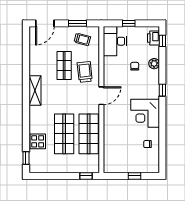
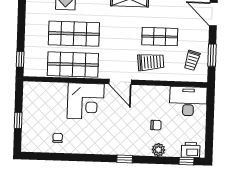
window: (129, 23) -> (210, 120), removed
corner desk: (145, 113) -> (86, 101), moved, turned 180

